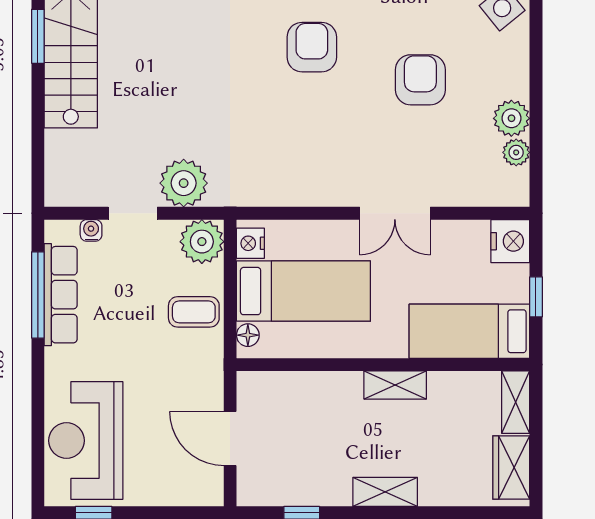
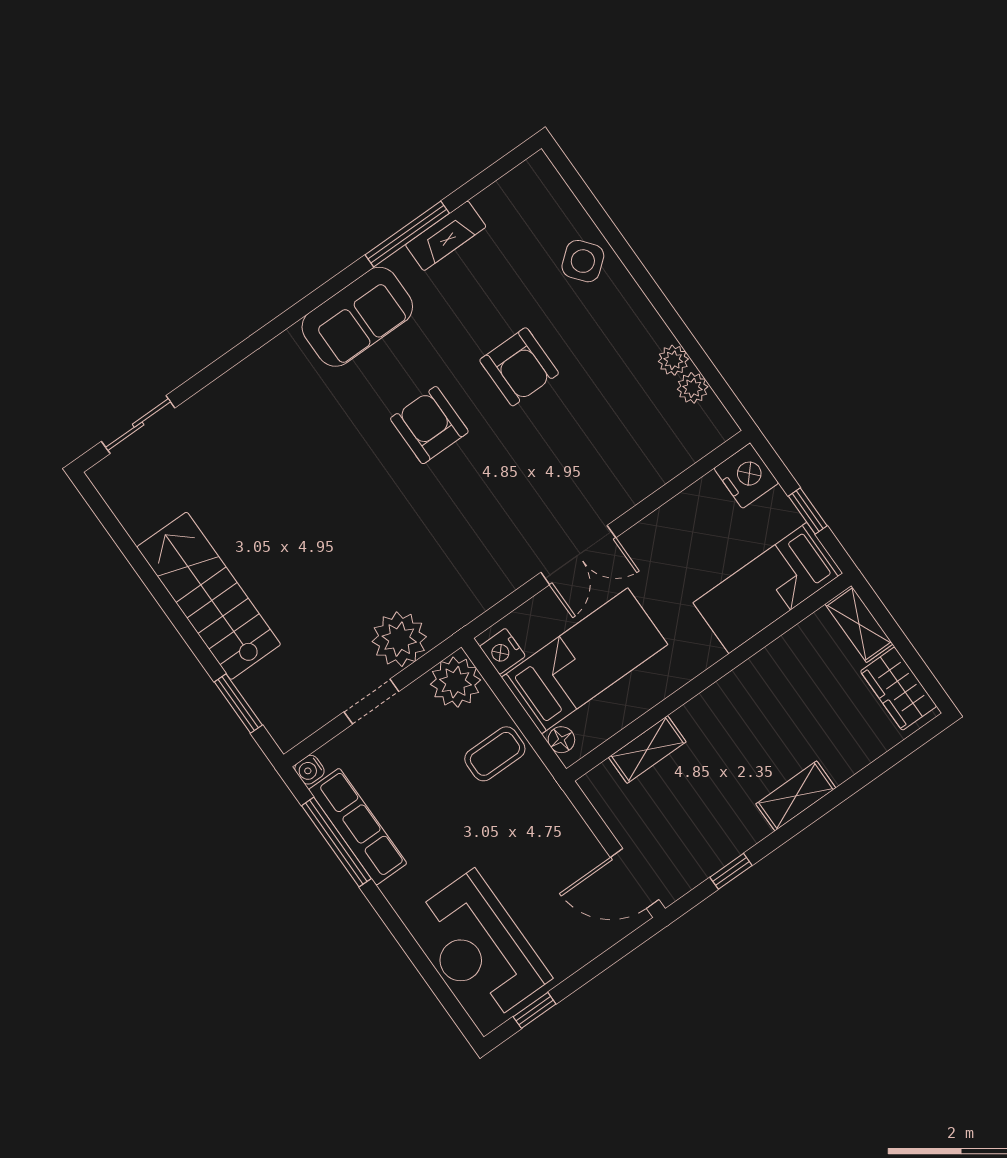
window: (38, 36) -> (238, 703), moved
armchair: (420, 80) -> (519, 367), moved, turned 180
plant: (511, 118) -> (673, 360), width x0.73, depth x0.73
double door: (395, 213) -> (578, 555), moved
water cooler: (91, 230) -> (309, 770), moved, turned -90
shelving: (395, 385) -> (647, 749), moved
door: (230, 438) -> (635, 879), moved

